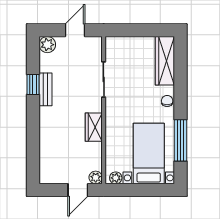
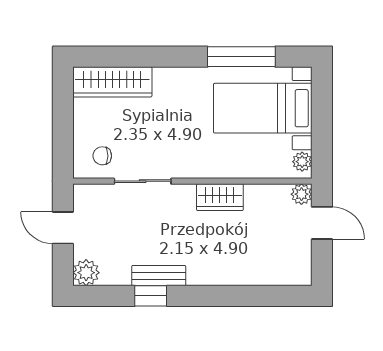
chair: (167, 101) -> (102, 156), moved

